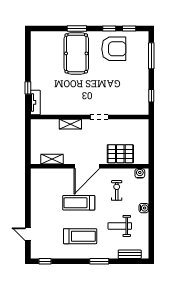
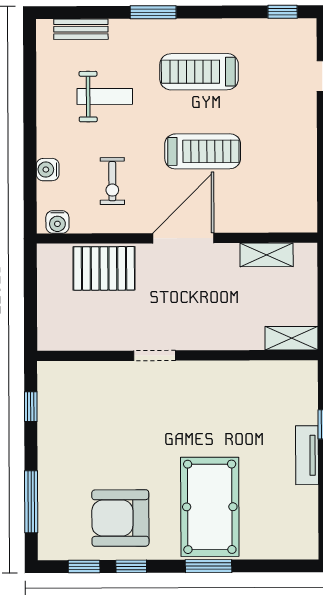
tv unit: (35, 102) -> (307, 455), moved
shelving: (70, 124) -> (291, 338), moved
water cooler: (144, 208) -> (48, 170), moved

